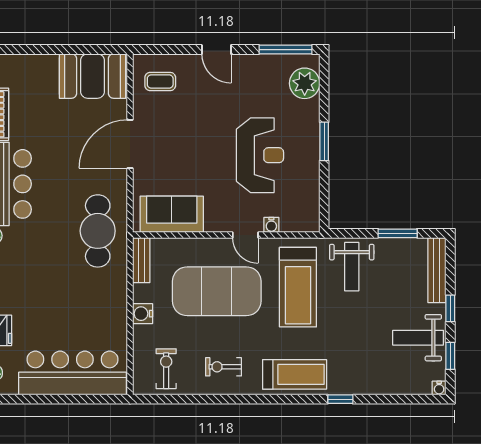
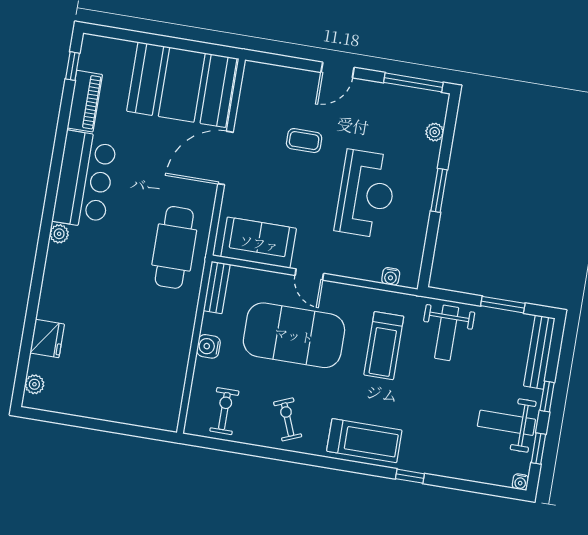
door: (216, 50) -> (338, 70), hinge flipped
booth: (92, 76) -> (182, 85), width x1.36, depth x1.42
coffee table: (160, 82) -> (304, 141), moved
plant: (305, 83) -> (435, 132), width x0.53, depth x0.53
water cooler: (271, 225) -> (391, 277), moved
door: (245, 235) -> (309, 274), moved
treadmill: (298, 287) -> (384, 346), width x0.73, depth x0.73
exercise bike: (223, 367) -> (288, 419), turned 68
bar counter: (72, 373) -> (121, 399), removed

